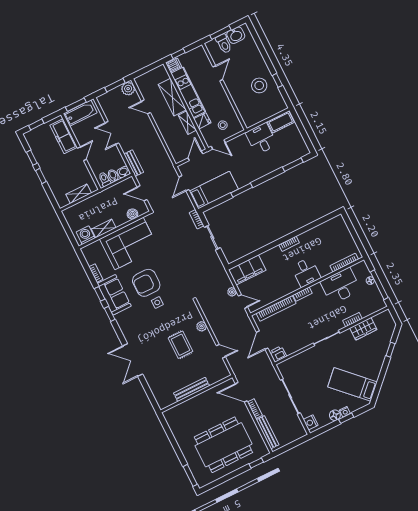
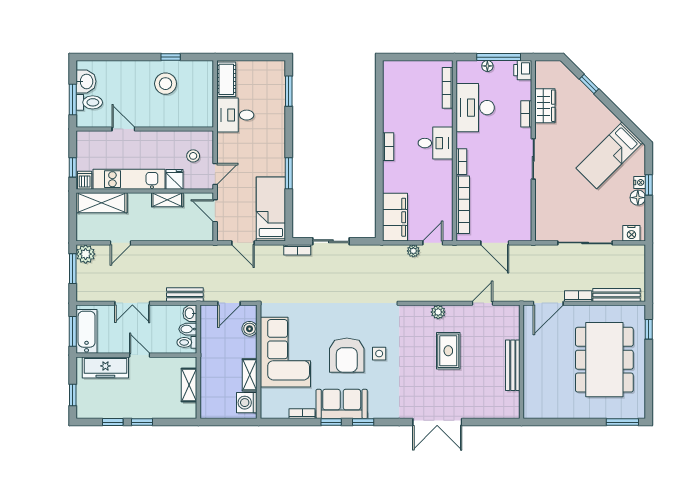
shelving: (172, 97) -> (102, 203), moved
rug: (180, 345) -> (448, 351), turned 90
printer: (278, 354) -> (523, 70), moved

